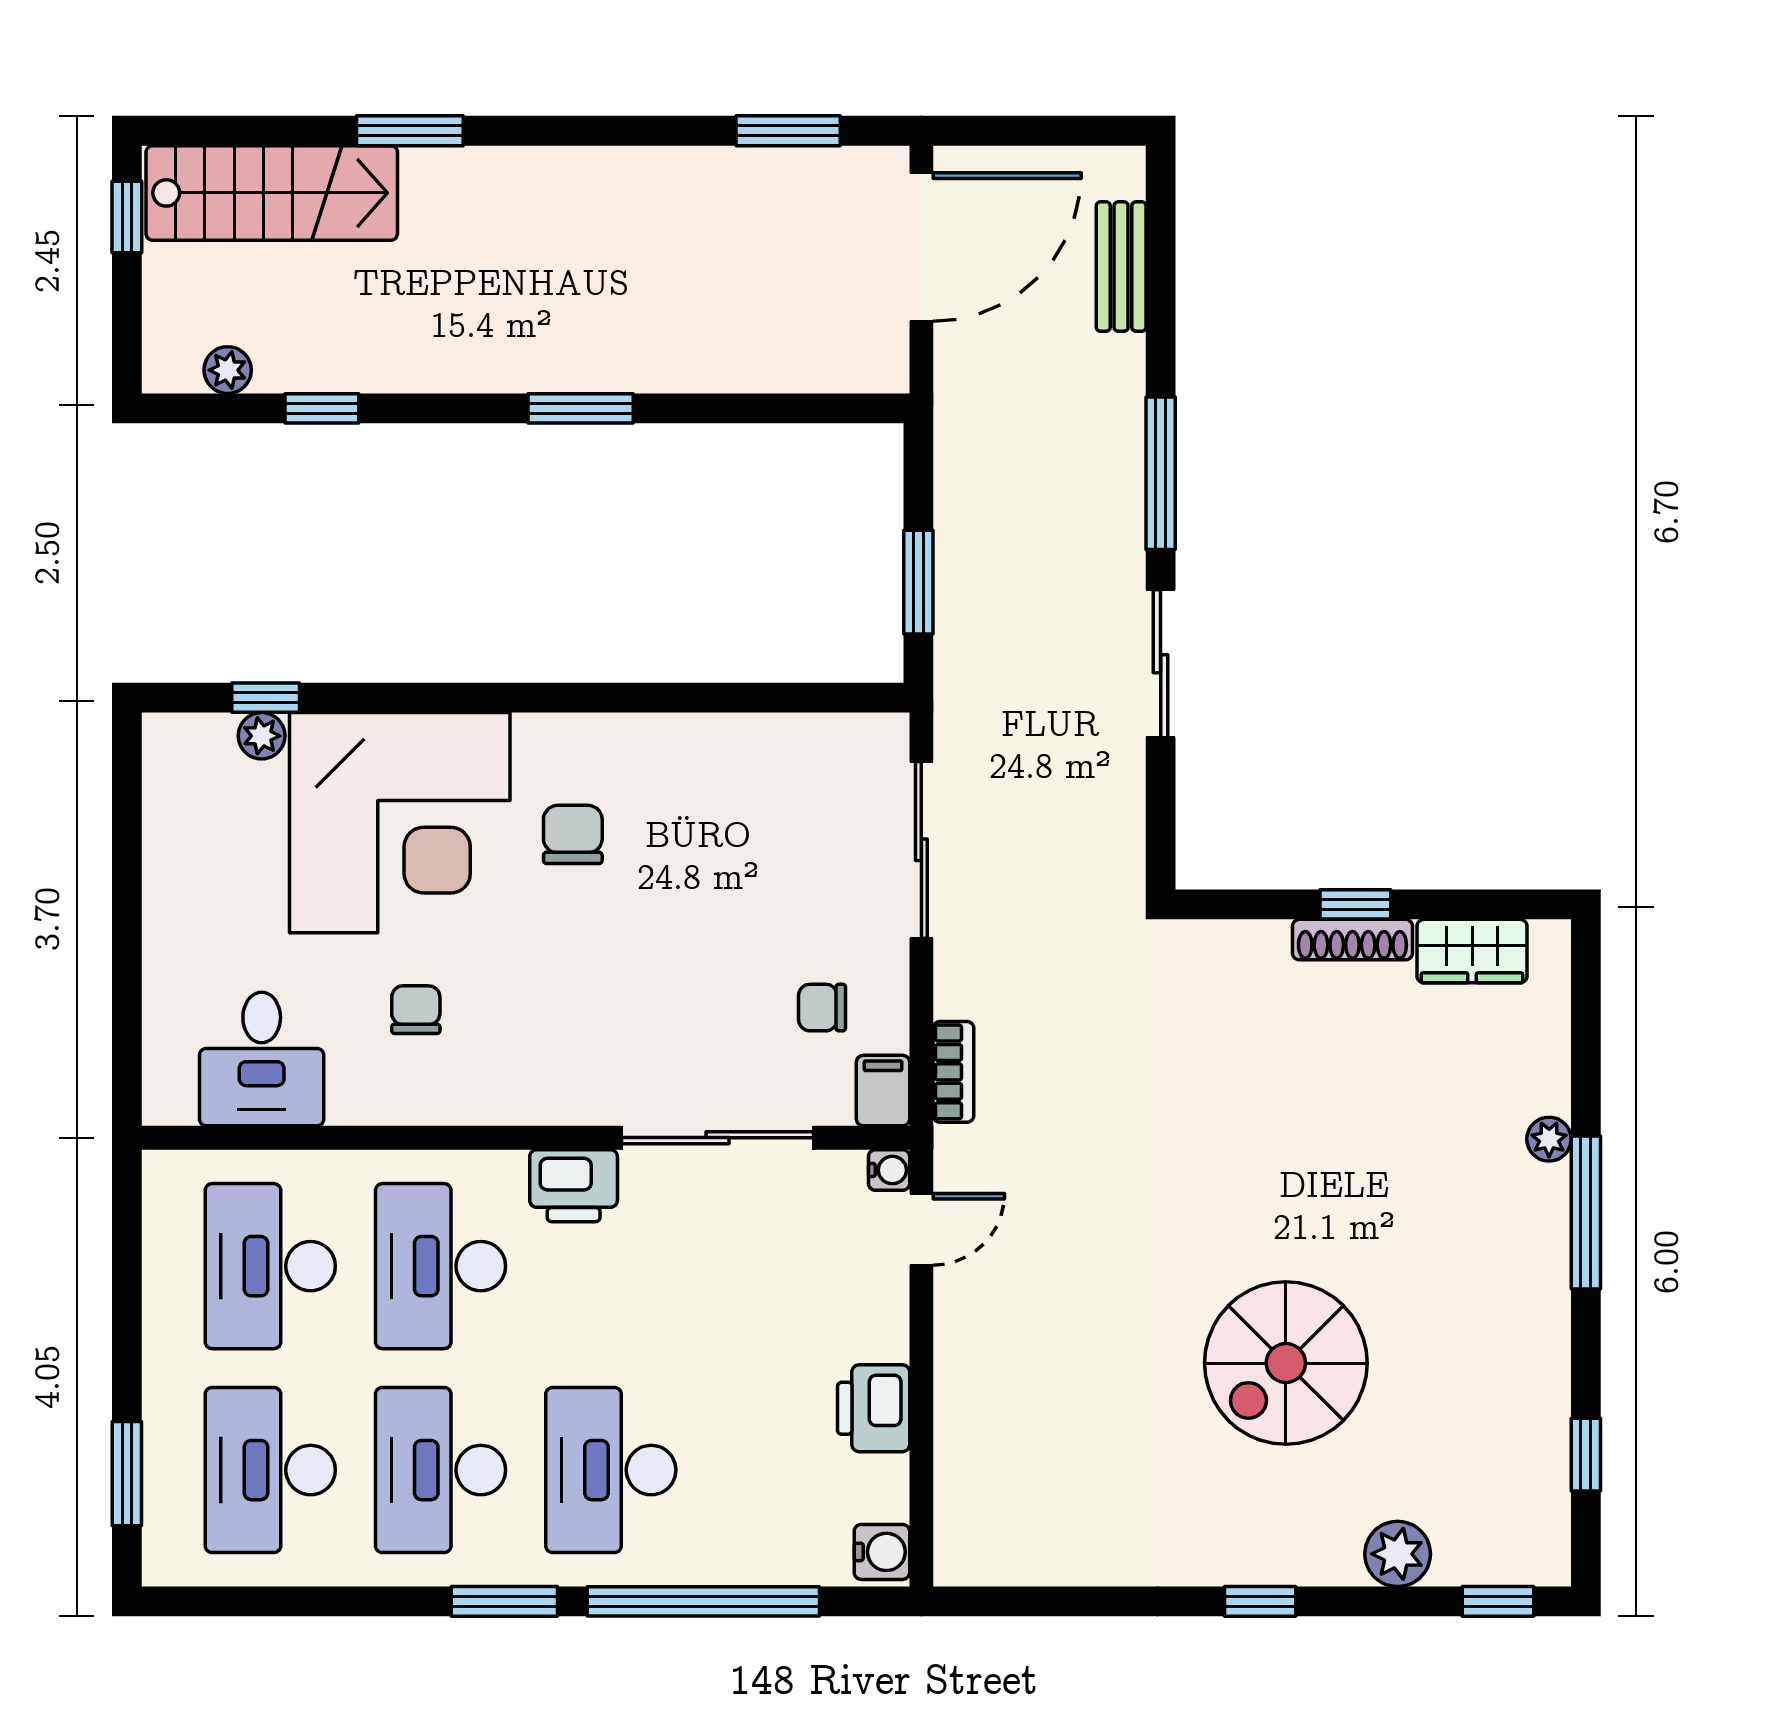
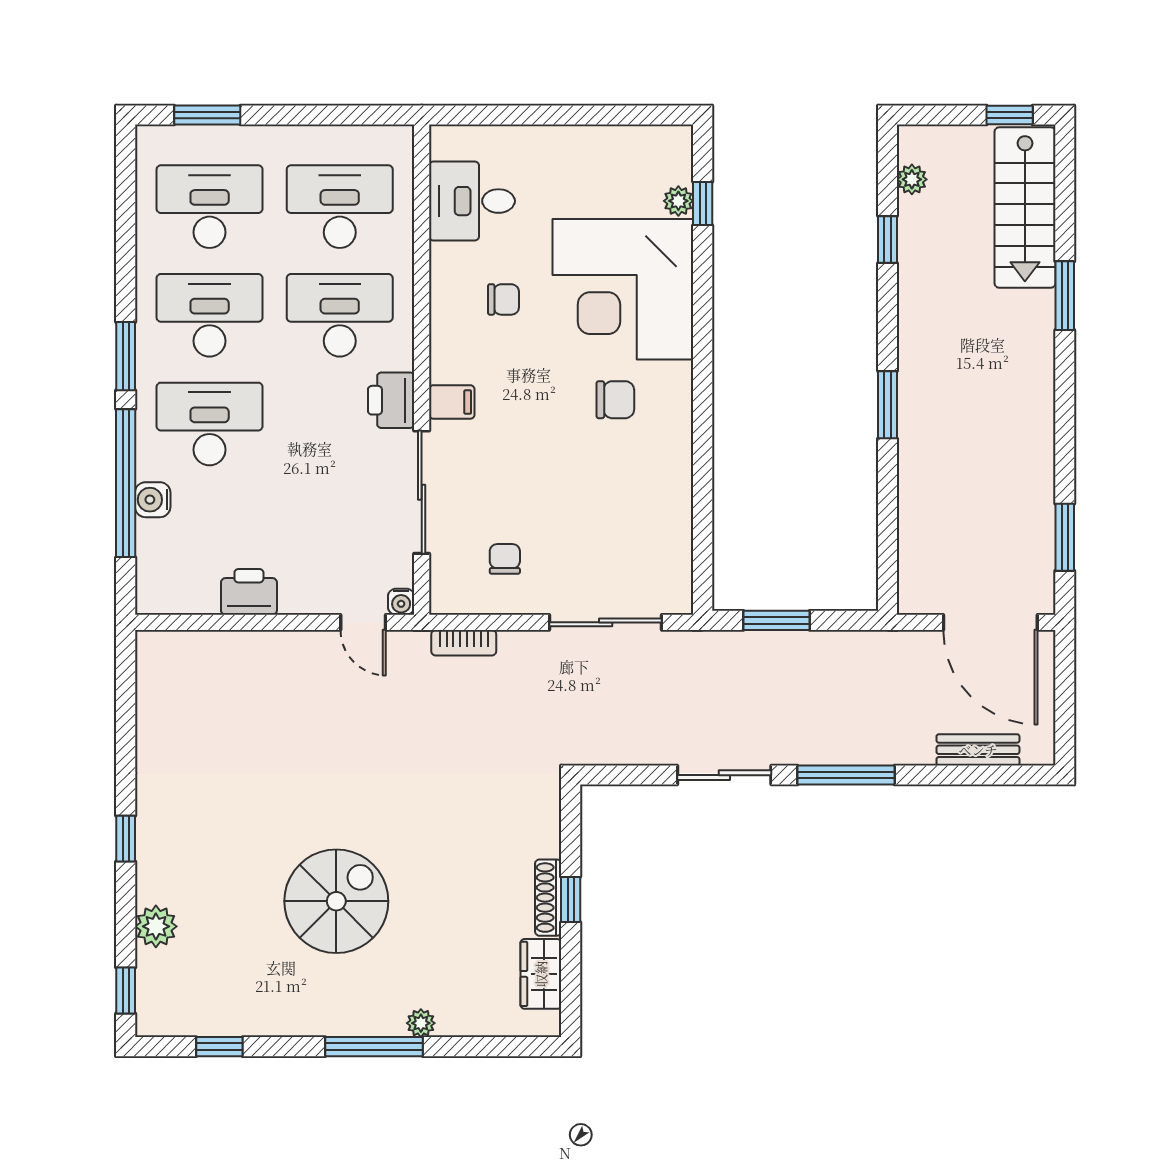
filing cabinet: (883, 1091) -> (452, 402), moved
spiral stairs: (1286, 1363) -> (336, 901), moved, turned 90
water cooler: (882, 1552) -> (153, 500), moved, turned 90

